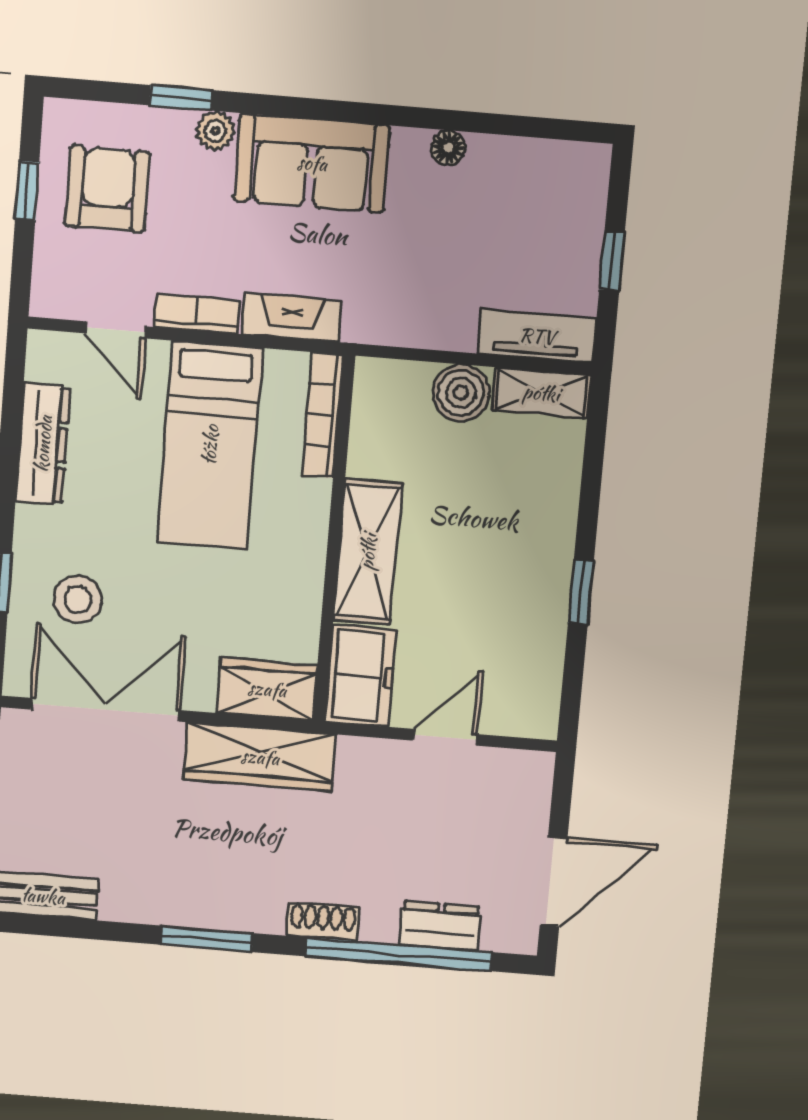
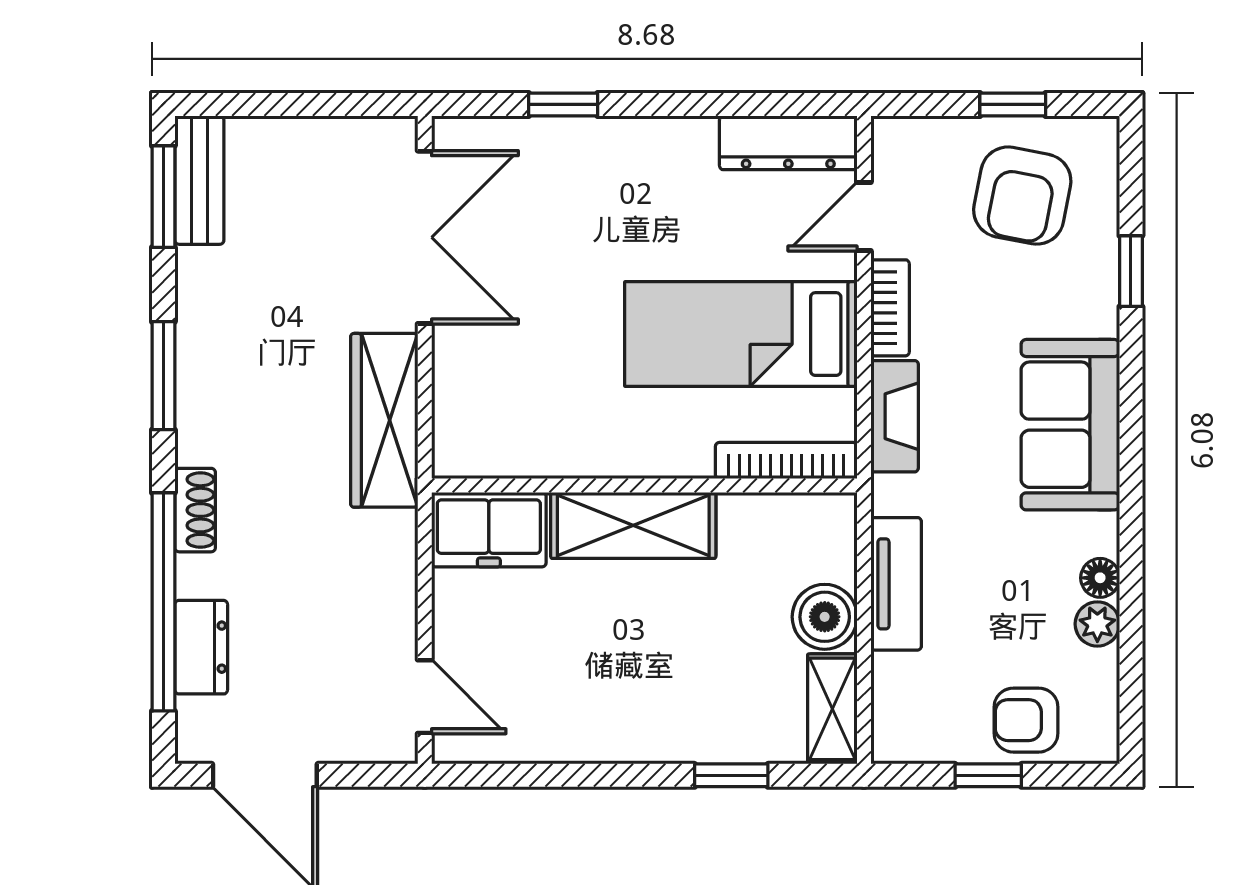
plant: (215, 131) -> (1097, 624), moved
armchair: (108, 189) -> (1022, 196), turned 101
armchair: (567, 224) -> (1026, 720), added
tv unit: (537, 336) -> (896, 584), moved
dresser: (43, 444) -> (788, 143), moved
window: (581, 592) -> (731, 775), moved
stool: (78, 600) -> (551, 196), removed
wardrobe: (267, 689) -> (464, 423), removed
door: (445, 737) -> (425, 697), moved
window: (54, 927) -> (163, 197), added

